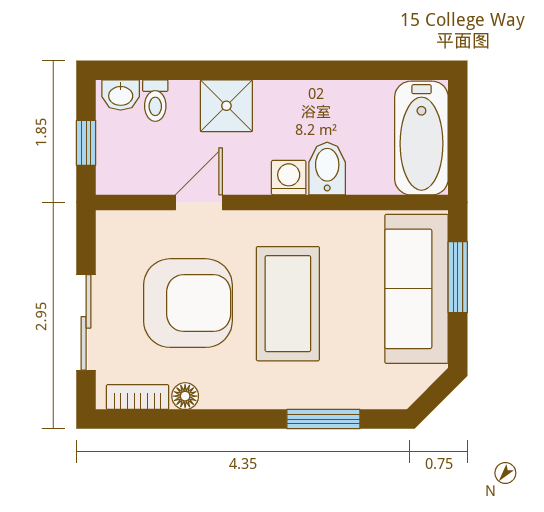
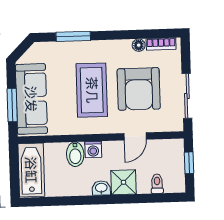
washbasin: (121, 95) -> (101, 188), moved
armchair: (188, 303) -> (139, 89), turned -90
sliding door: (86, 322) -> (187, 96), moved

